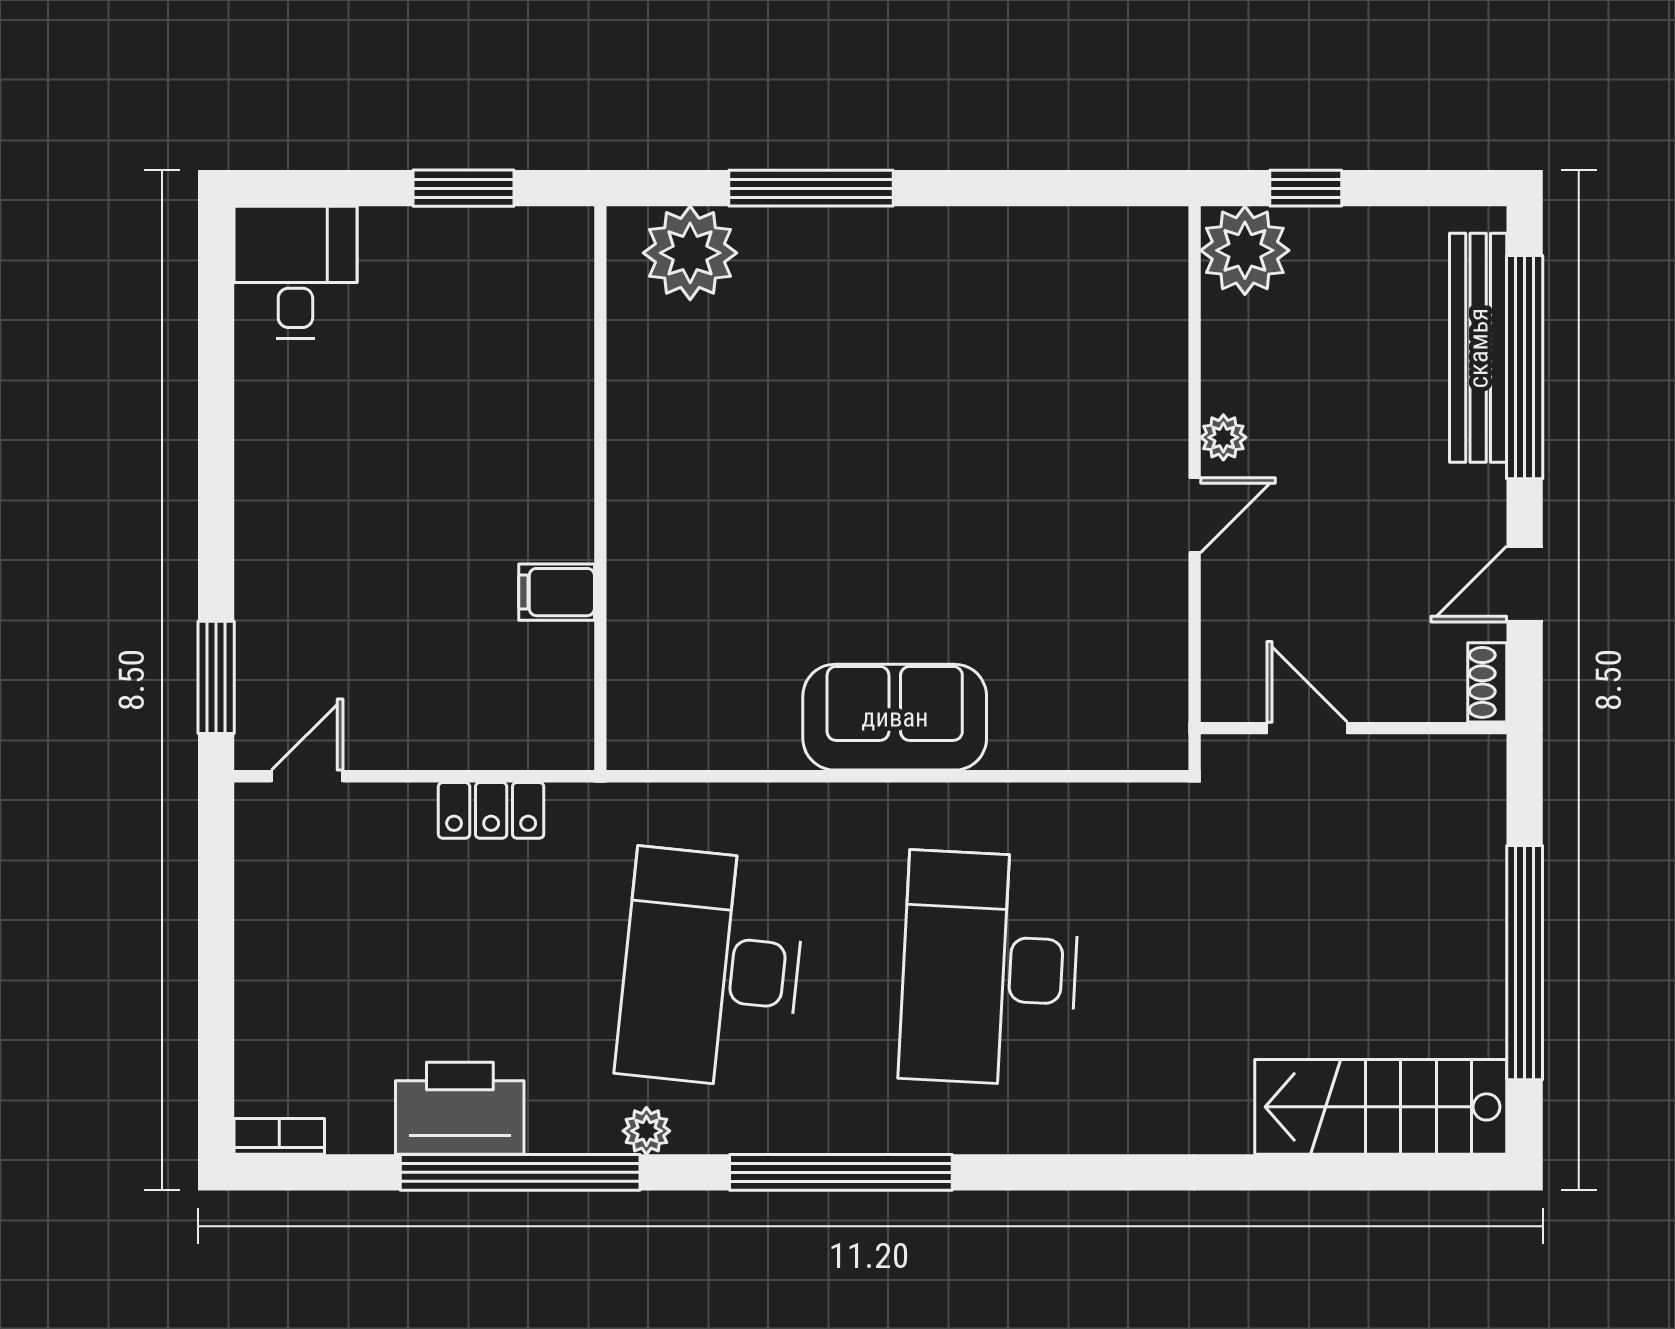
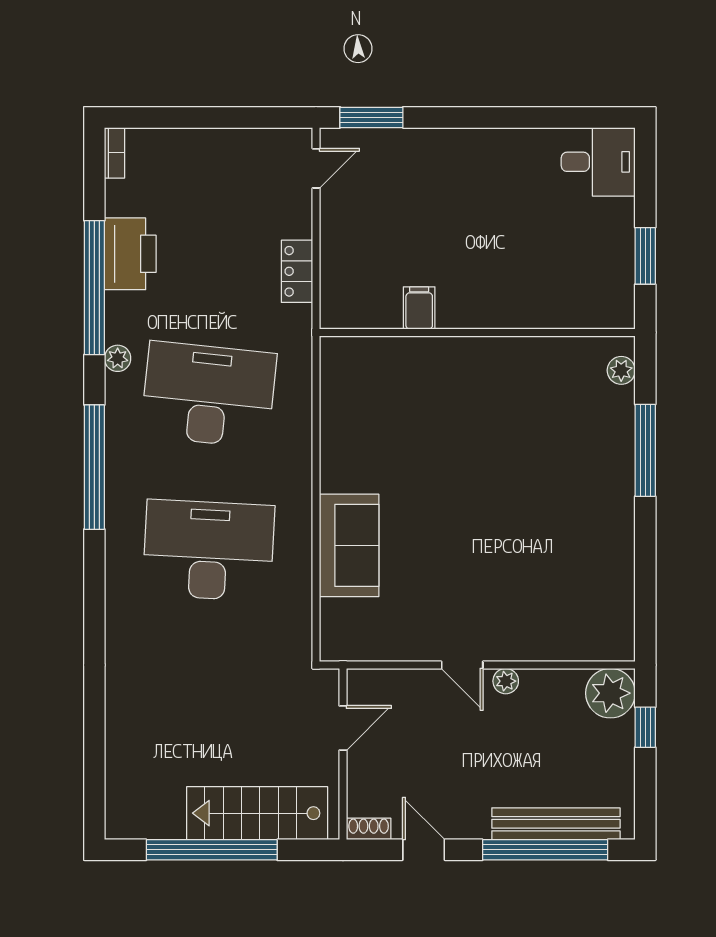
plant: (690, 253) -> (621, 370), width x0.53, depth x0.53
sofa: (895, 717) -> (349, 545), moved
door: (307, 776) -> (316, 168), hinge flipped
stairs: (1381, 1107) -> (257, 813), moved, turned -90

